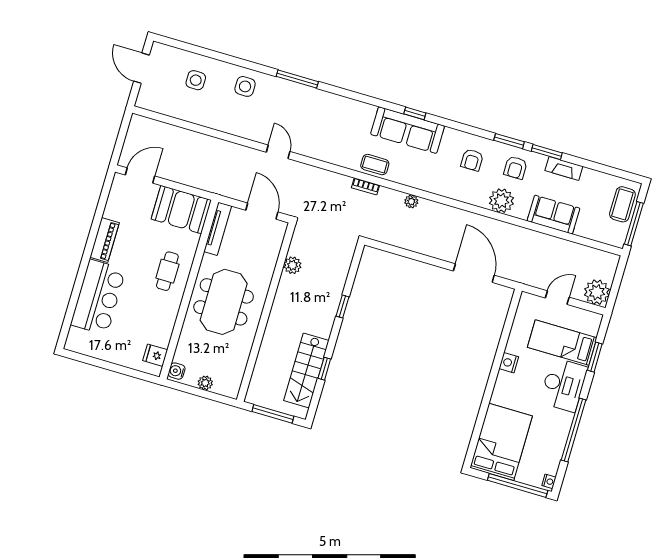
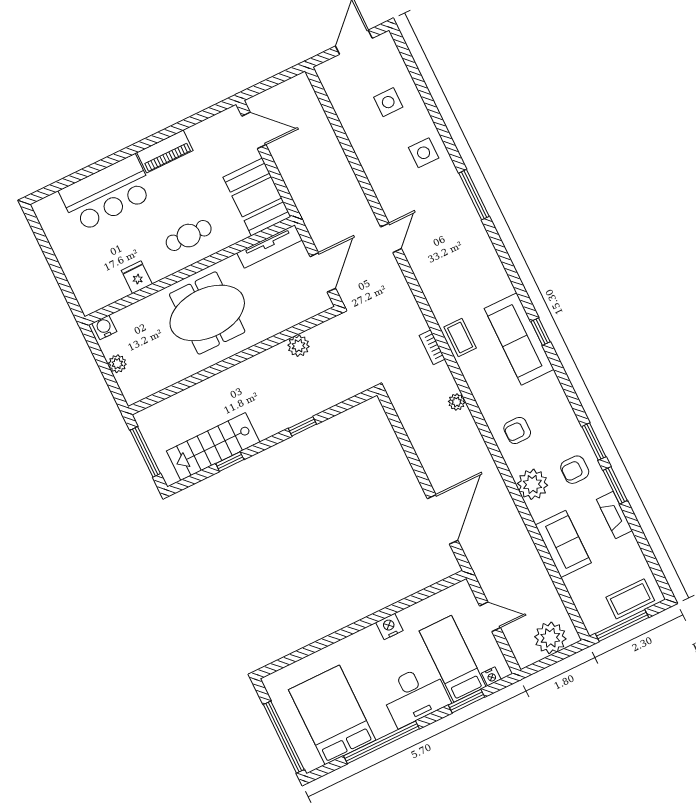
armchair: (472, 160) -> (517, 430), moved
plant: (597, 292) -> (550, 638), moved
fridge: (155, 355) -> (137, 277), moved
bed: (501, 442) -> (332, 715), moved, turned -90
nightstand: (549, 481) -> (491, 676), moved

